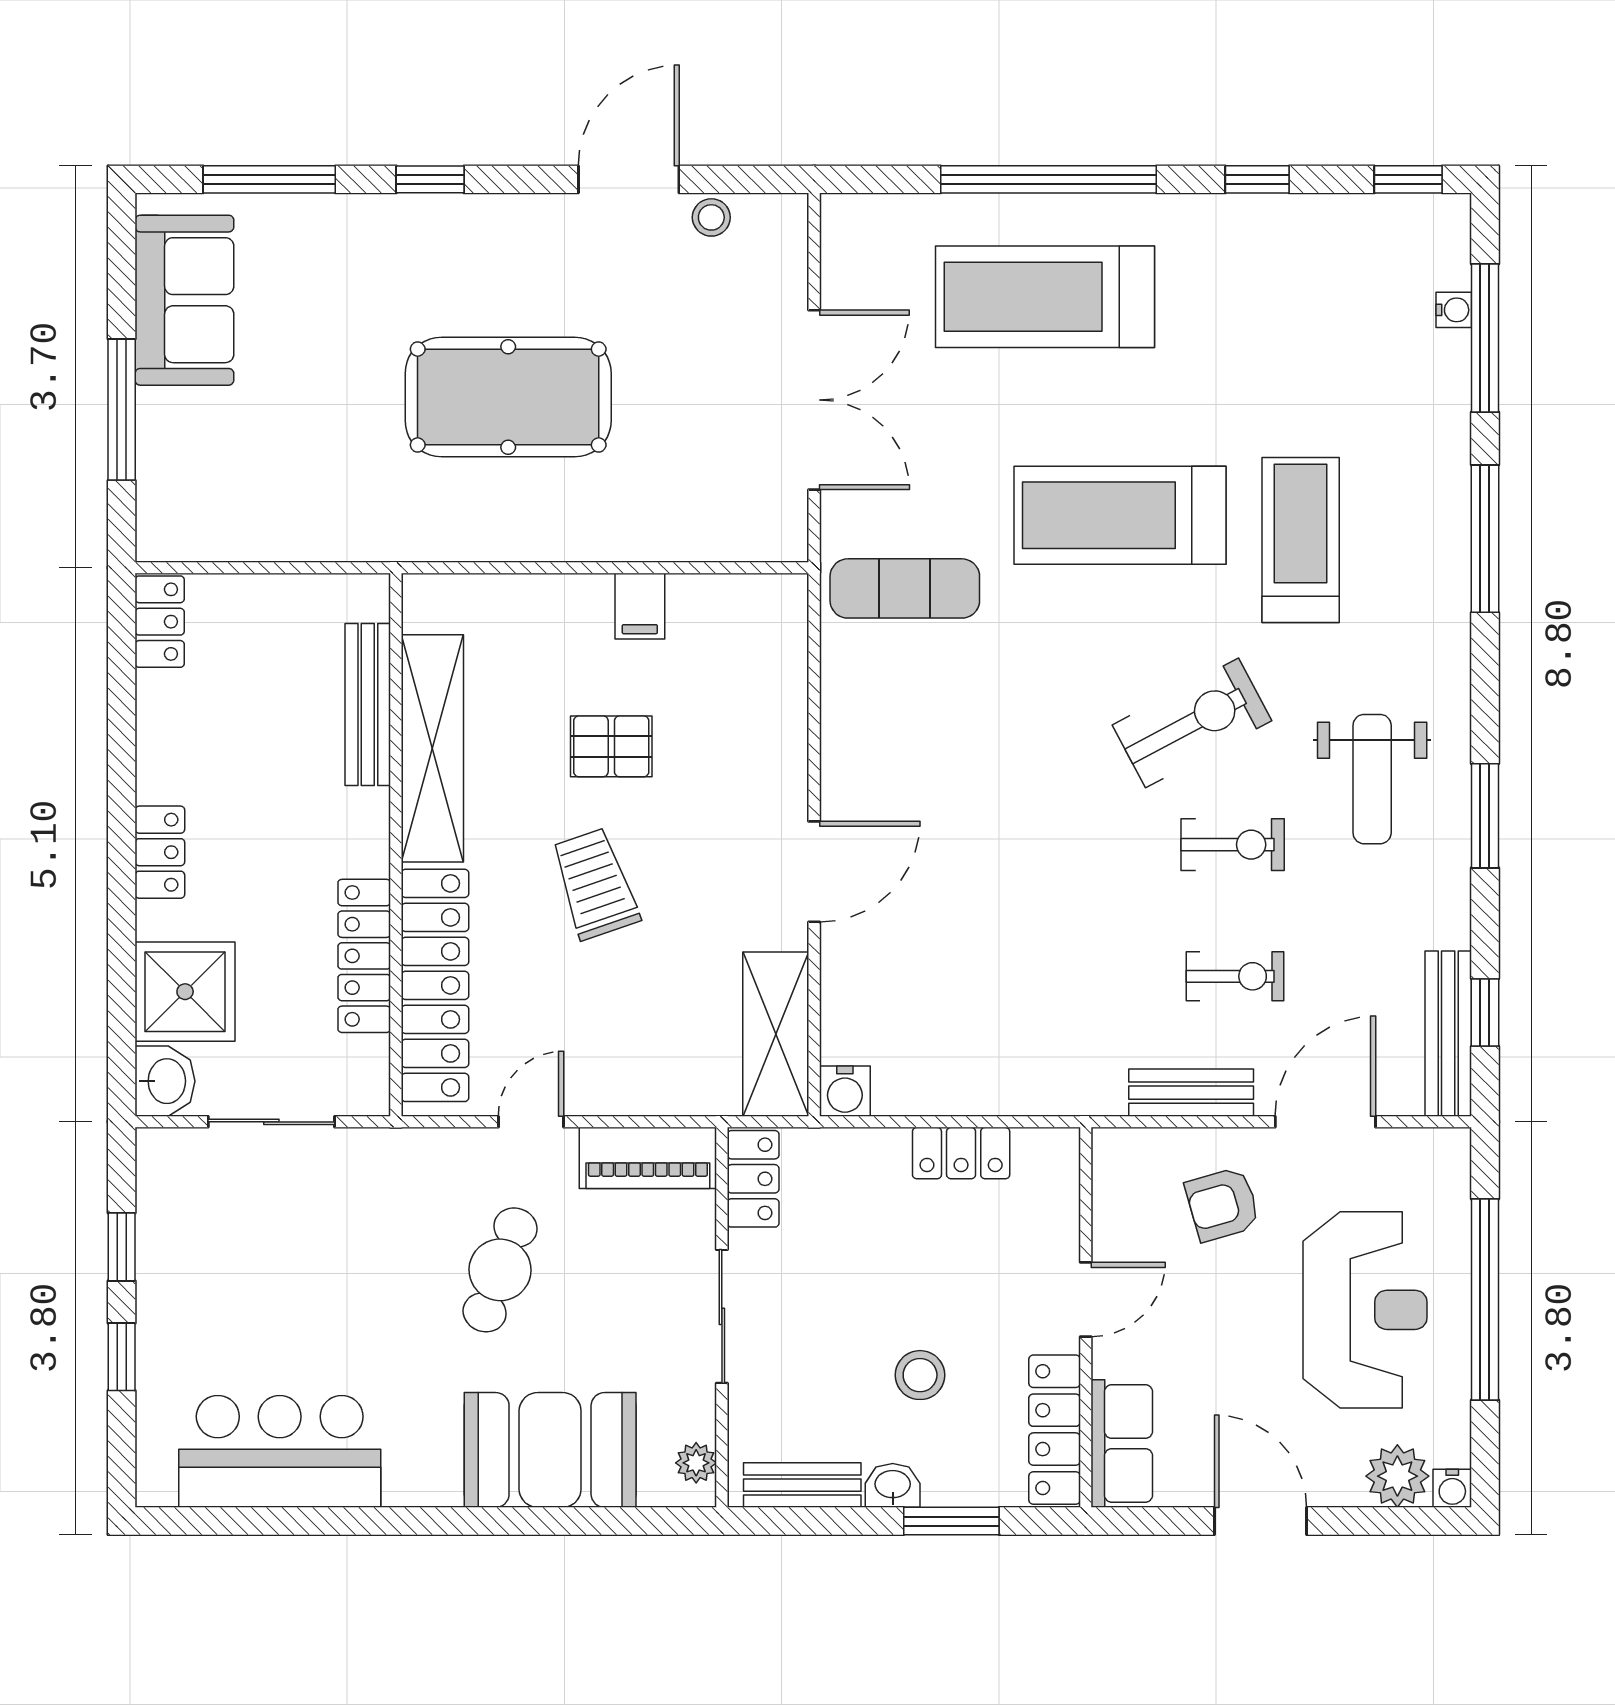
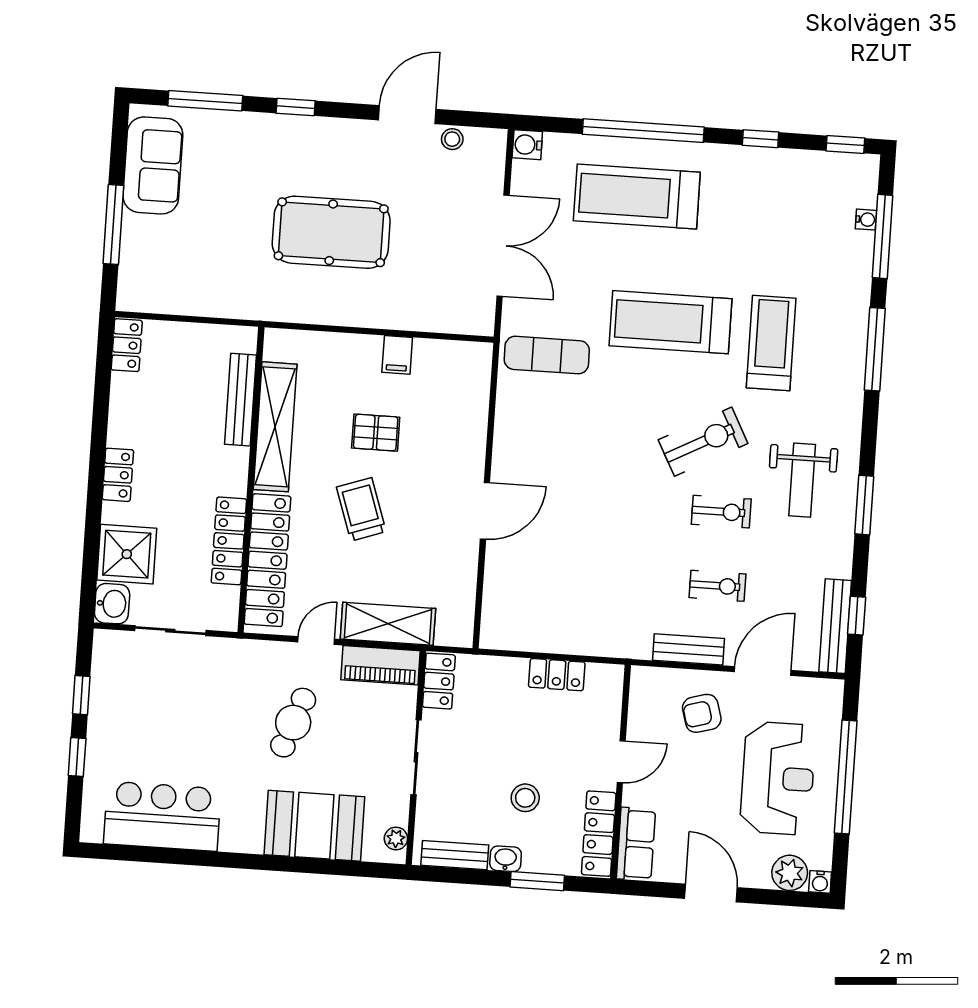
shelving: (776, 1034) -> (388, 624), moved, turned 90
water cooler: (845, 1091) -> (527, 145), moved, turned 90

